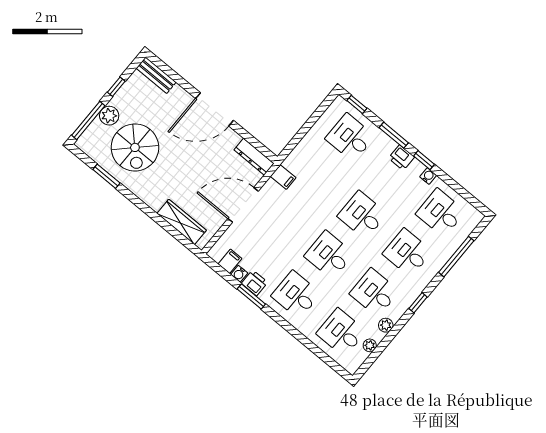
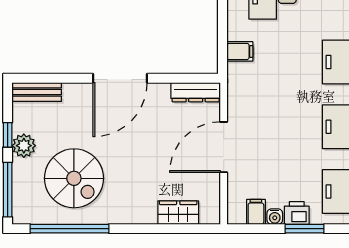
plant: (109, 116) -> (24, 146), moved
window: (106, 176) -> (70, 229), width x2.11
filing cabinet: (283, 177) -> (240, 51), moved
wardrobe: (182, 222) -> (178, 213), width x0.67

